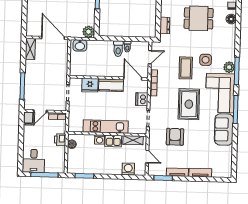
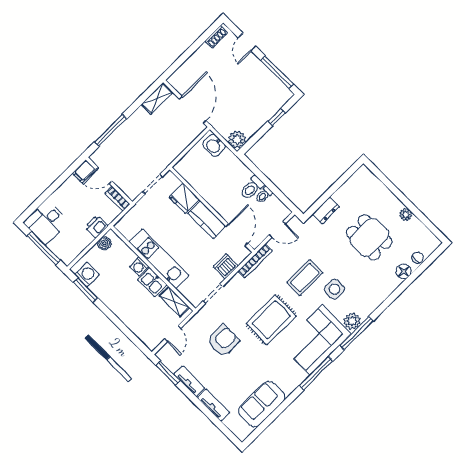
sofa: (224, 129) -> (262, 404), moved
washing machine: (128, 169) -> (87, 275), moved

